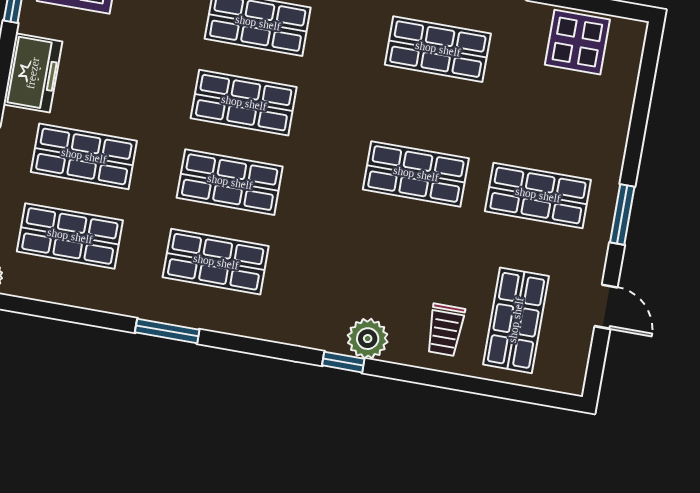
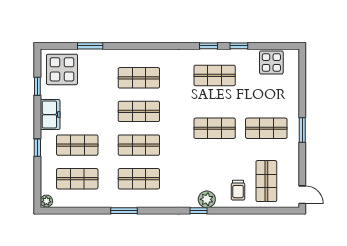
door: (606, 307) -> (302, 195), moved

